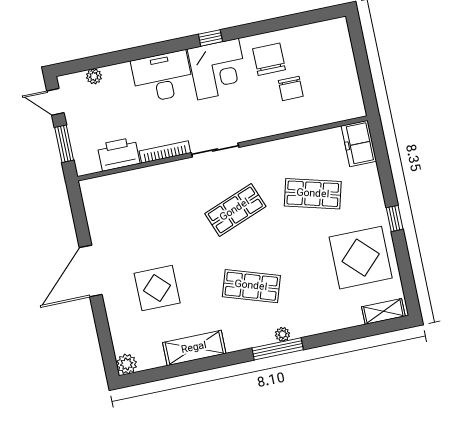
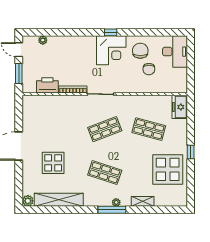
desk: (162, 77) -> (175, 52), moved, turned 90
shelving: (383, 311) -> (143, 201), moved
shelving: (194, 348) -> (59, 200), width x1.47

